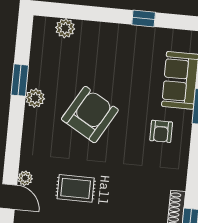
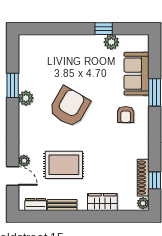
plant: (65, 28) -> (111, 42), moved
rug: (76, 188) -> (64, 165), width x1.36, depth x1.43

